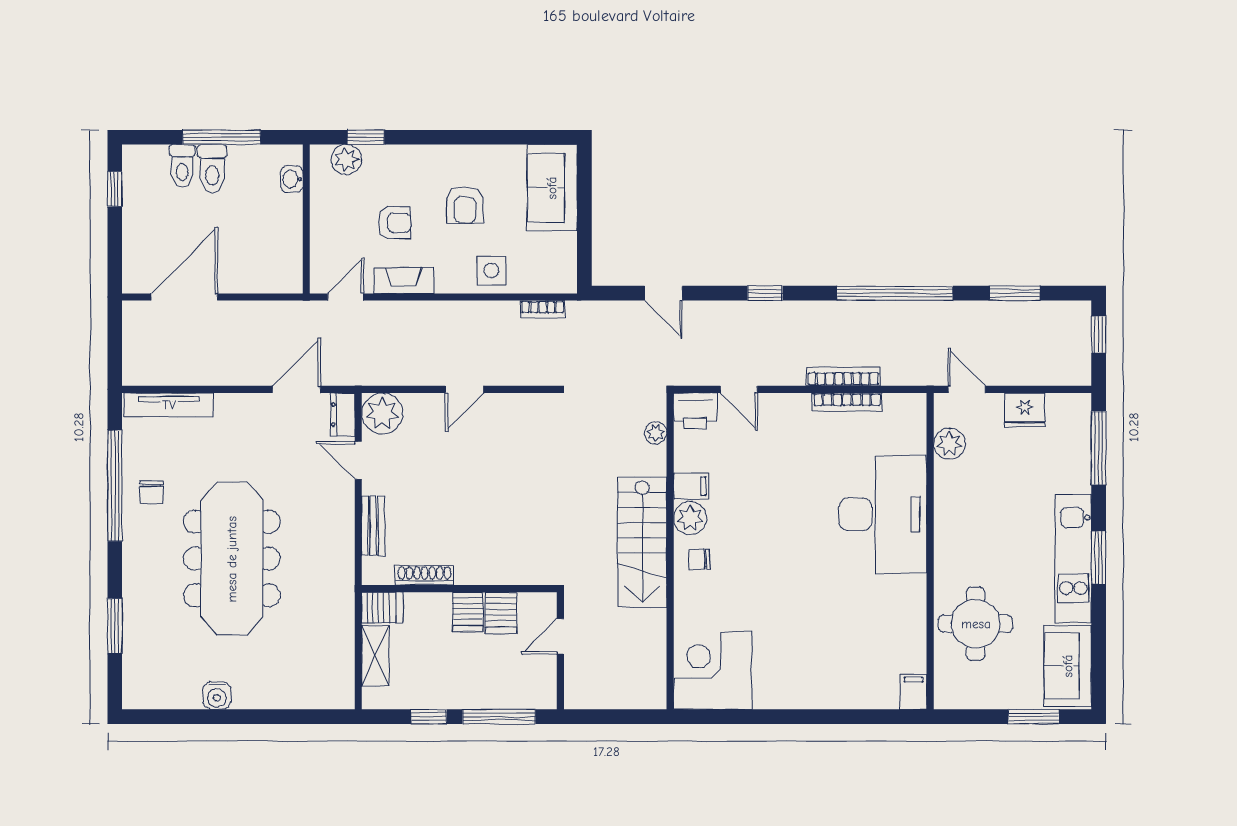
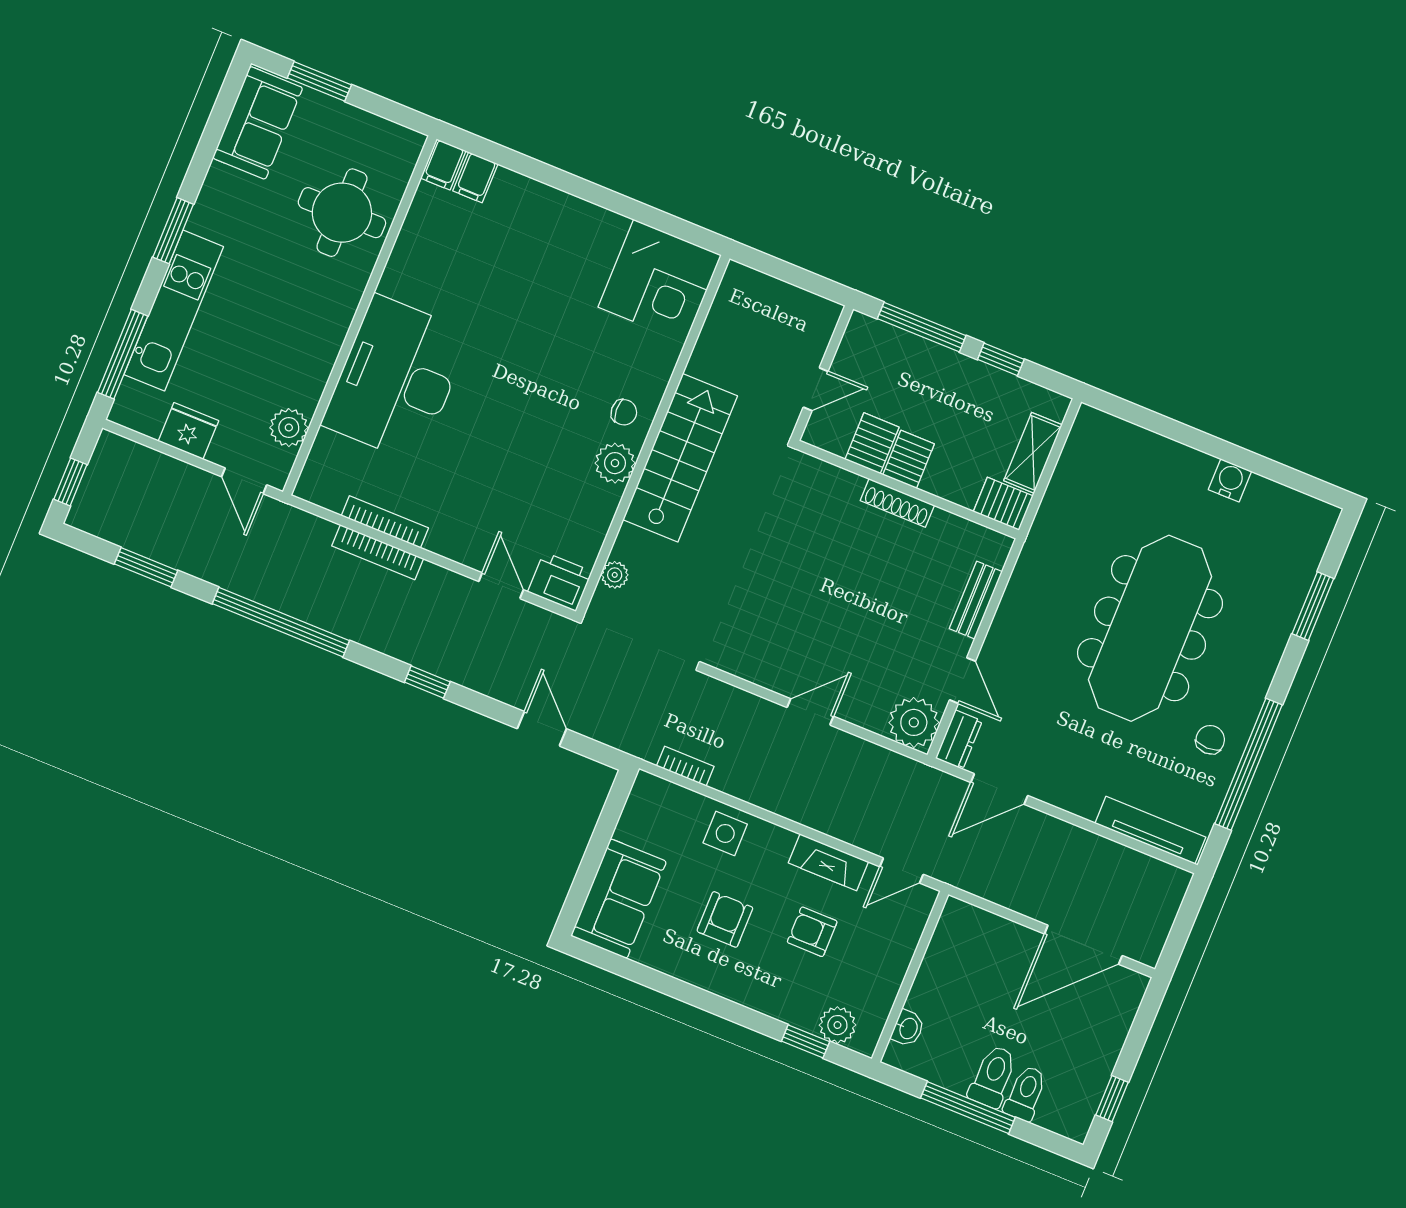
filing cabinet: (691, 486) -> (475, 177), moved, turned -90
kitchen unit: (1073, 559) -> (174, 311), moved
shoe rack: (425, 575) -> (897, 503), moved

